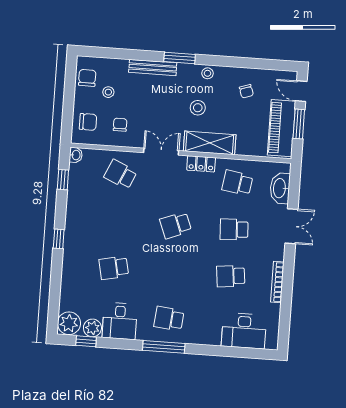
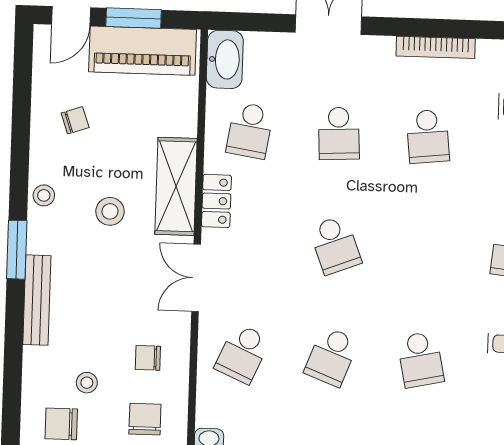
washbasin: (280, 188) -> (225, 59), moved, turned -90
school desk: (117, 221) -> (331, 357), added

